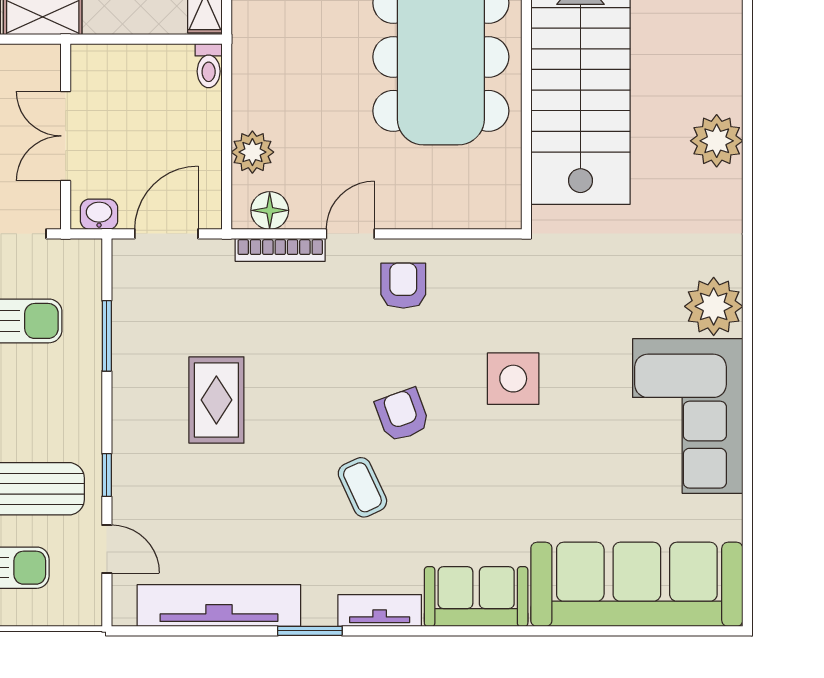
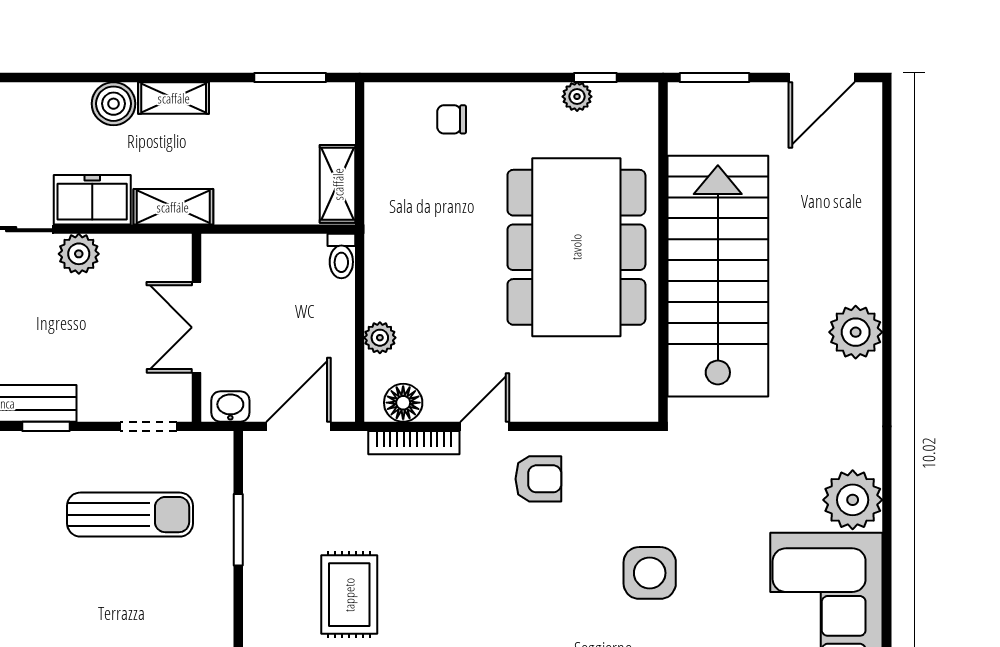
plant: (252, 152) -> (380, 338), width x0.73, depth x0.73
armchair: (403, 286) -> (538, 479), turned 90
armchair: (402, 415) -> (537, 610), removed

